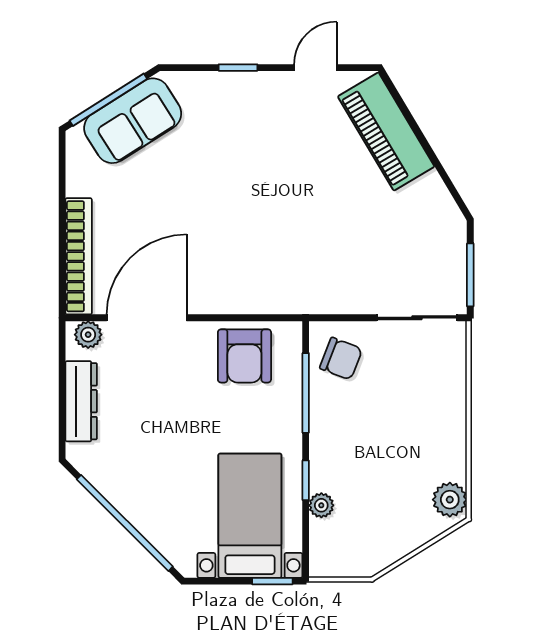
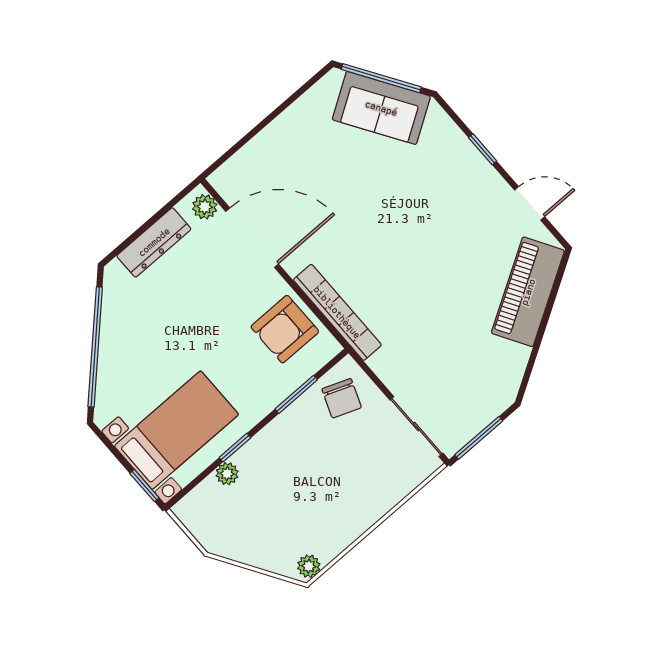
bookcase: (79, 256) -> (337, 312), moved, turned -90
window: (306, 393) -> (296, 394), width x0.69
plant: (450, 500) -> (309, 566), width x0.73, depth x0.73

